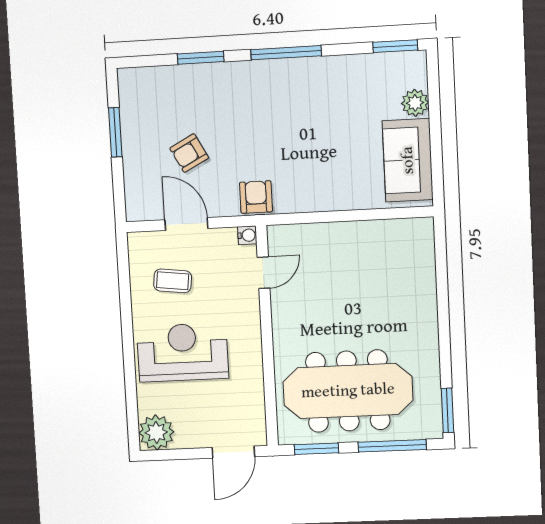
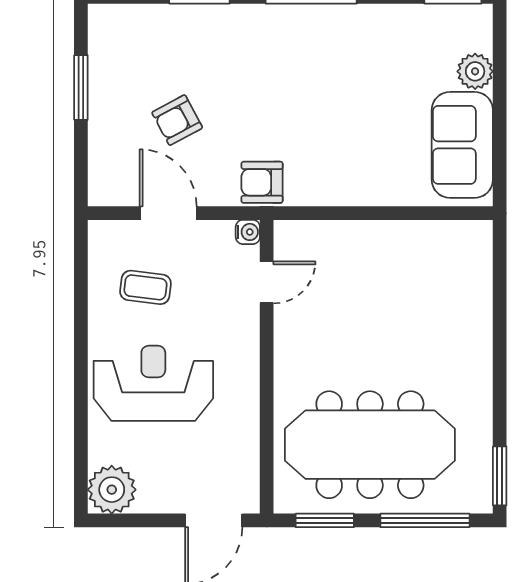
armchair: (256, 197) -> (262, 182), turned -90

